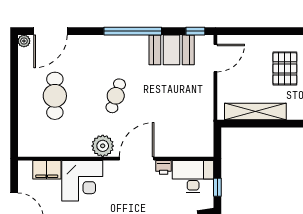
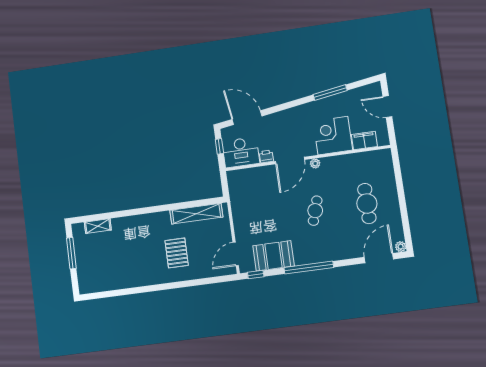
plant: (103, 146) -> (315, 163), width x0.53, depth x0.53

